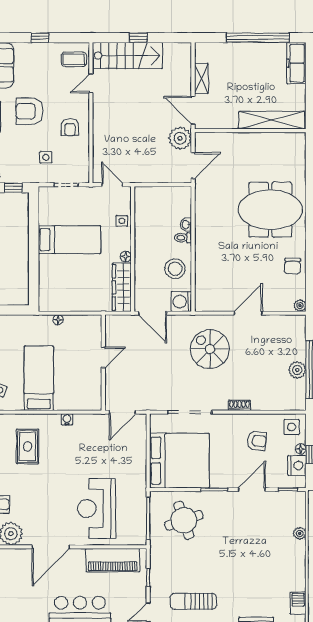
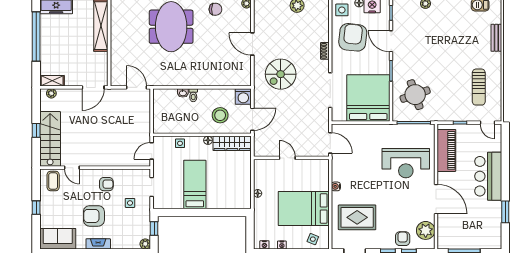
shelving: (201, 78) -> (52, 81), moved
armchair: (29, 111) -> (94, 216), turned 90
plant: (180, 138) -> (51, 93), moved, width x0.53, depth x0.53
stool: (175, 269) -> (220, 115), moved
bed: (39, 378) -> (304, 209), width x1.50
armchair: (257, 441) -> (353, 37), width x1.88, depth x1.88
rug: (28, 446) -> (357, 217), width x1.36, depth x1.43

